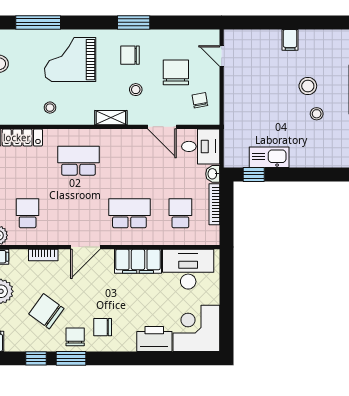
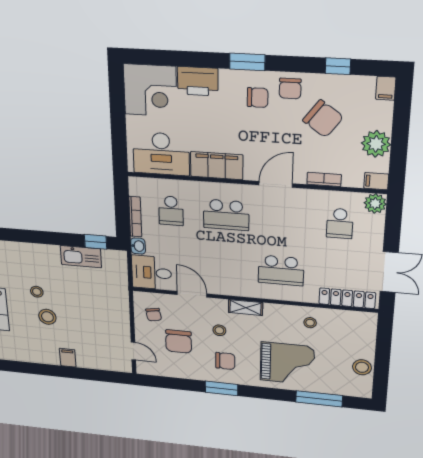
window: (71, 358) -> (247, 62), moved

